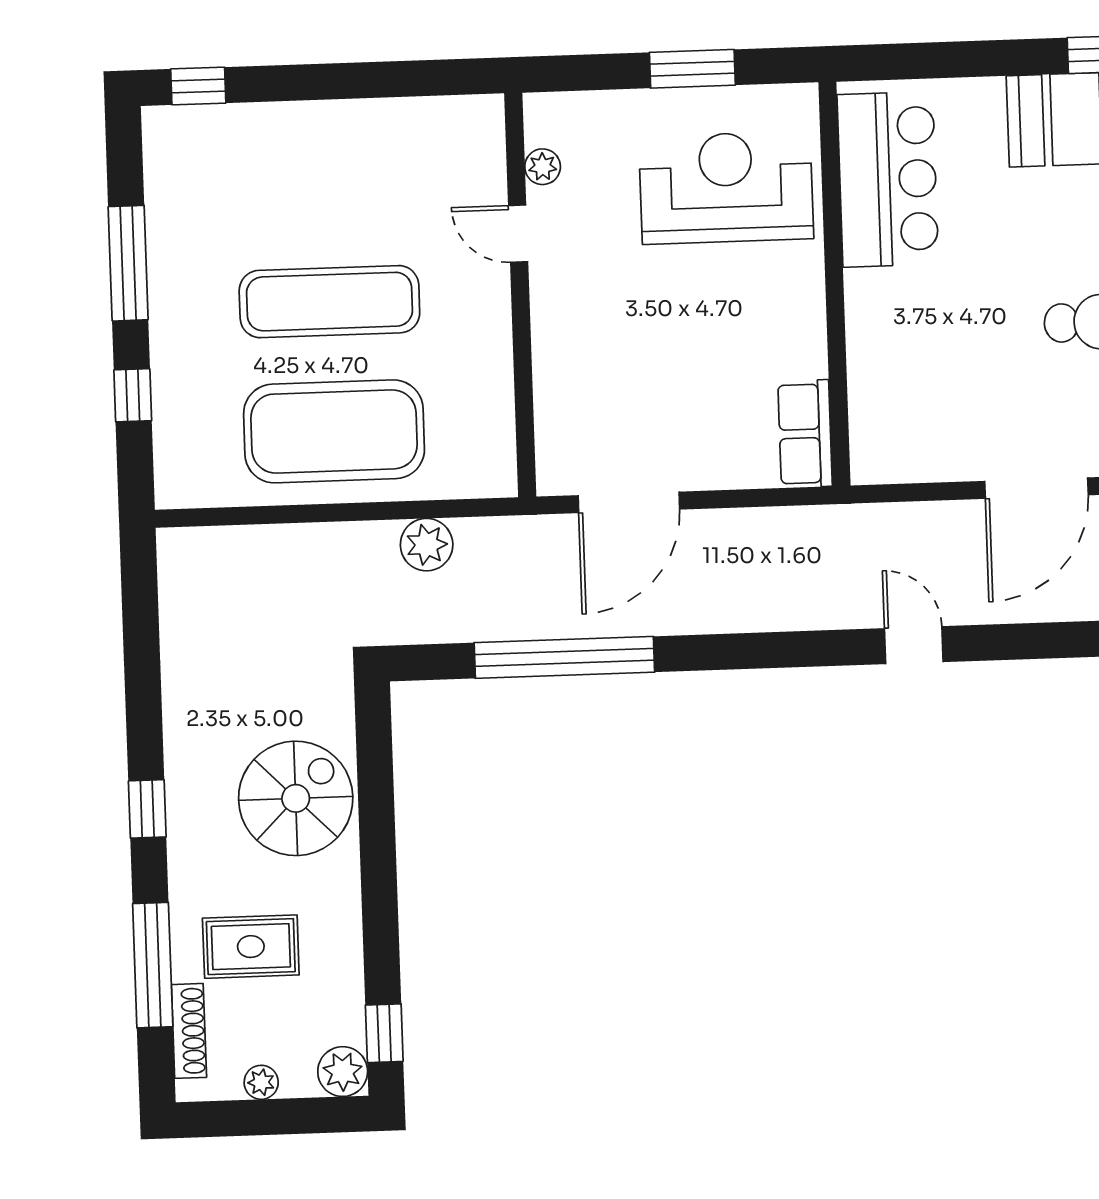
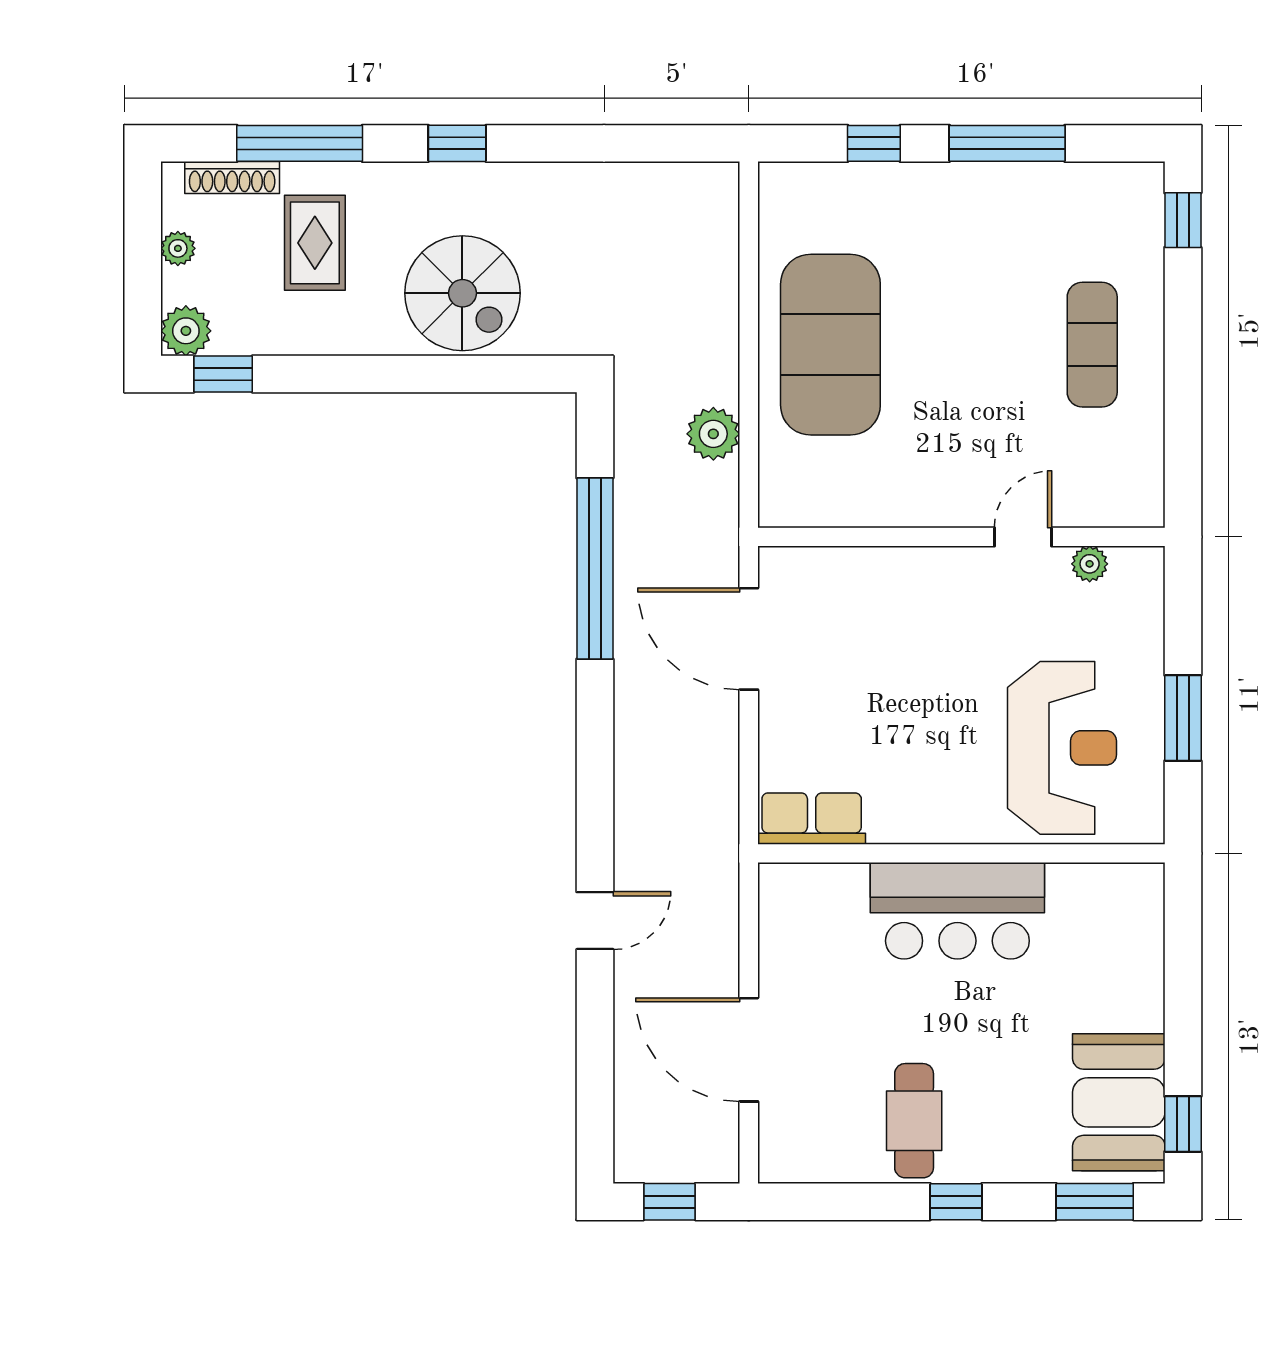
bar counter: (888, 179) -> (957, 911), moved
exercise mat: (329, 302) -> (1092, 345), moved, width x0.73, depth x0.69

